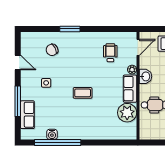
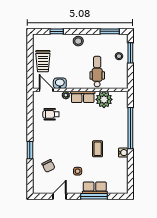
washbasin: (145, 76) -> (60, 83), moved
coffee table: (83, 93) -> (98, 149), moved
row of seats: (27, 115) -> (95, 188), moved
water cooler: (52, 134) -> (123, 153), moved
window: (58, 142) -> (130, 128), moved

